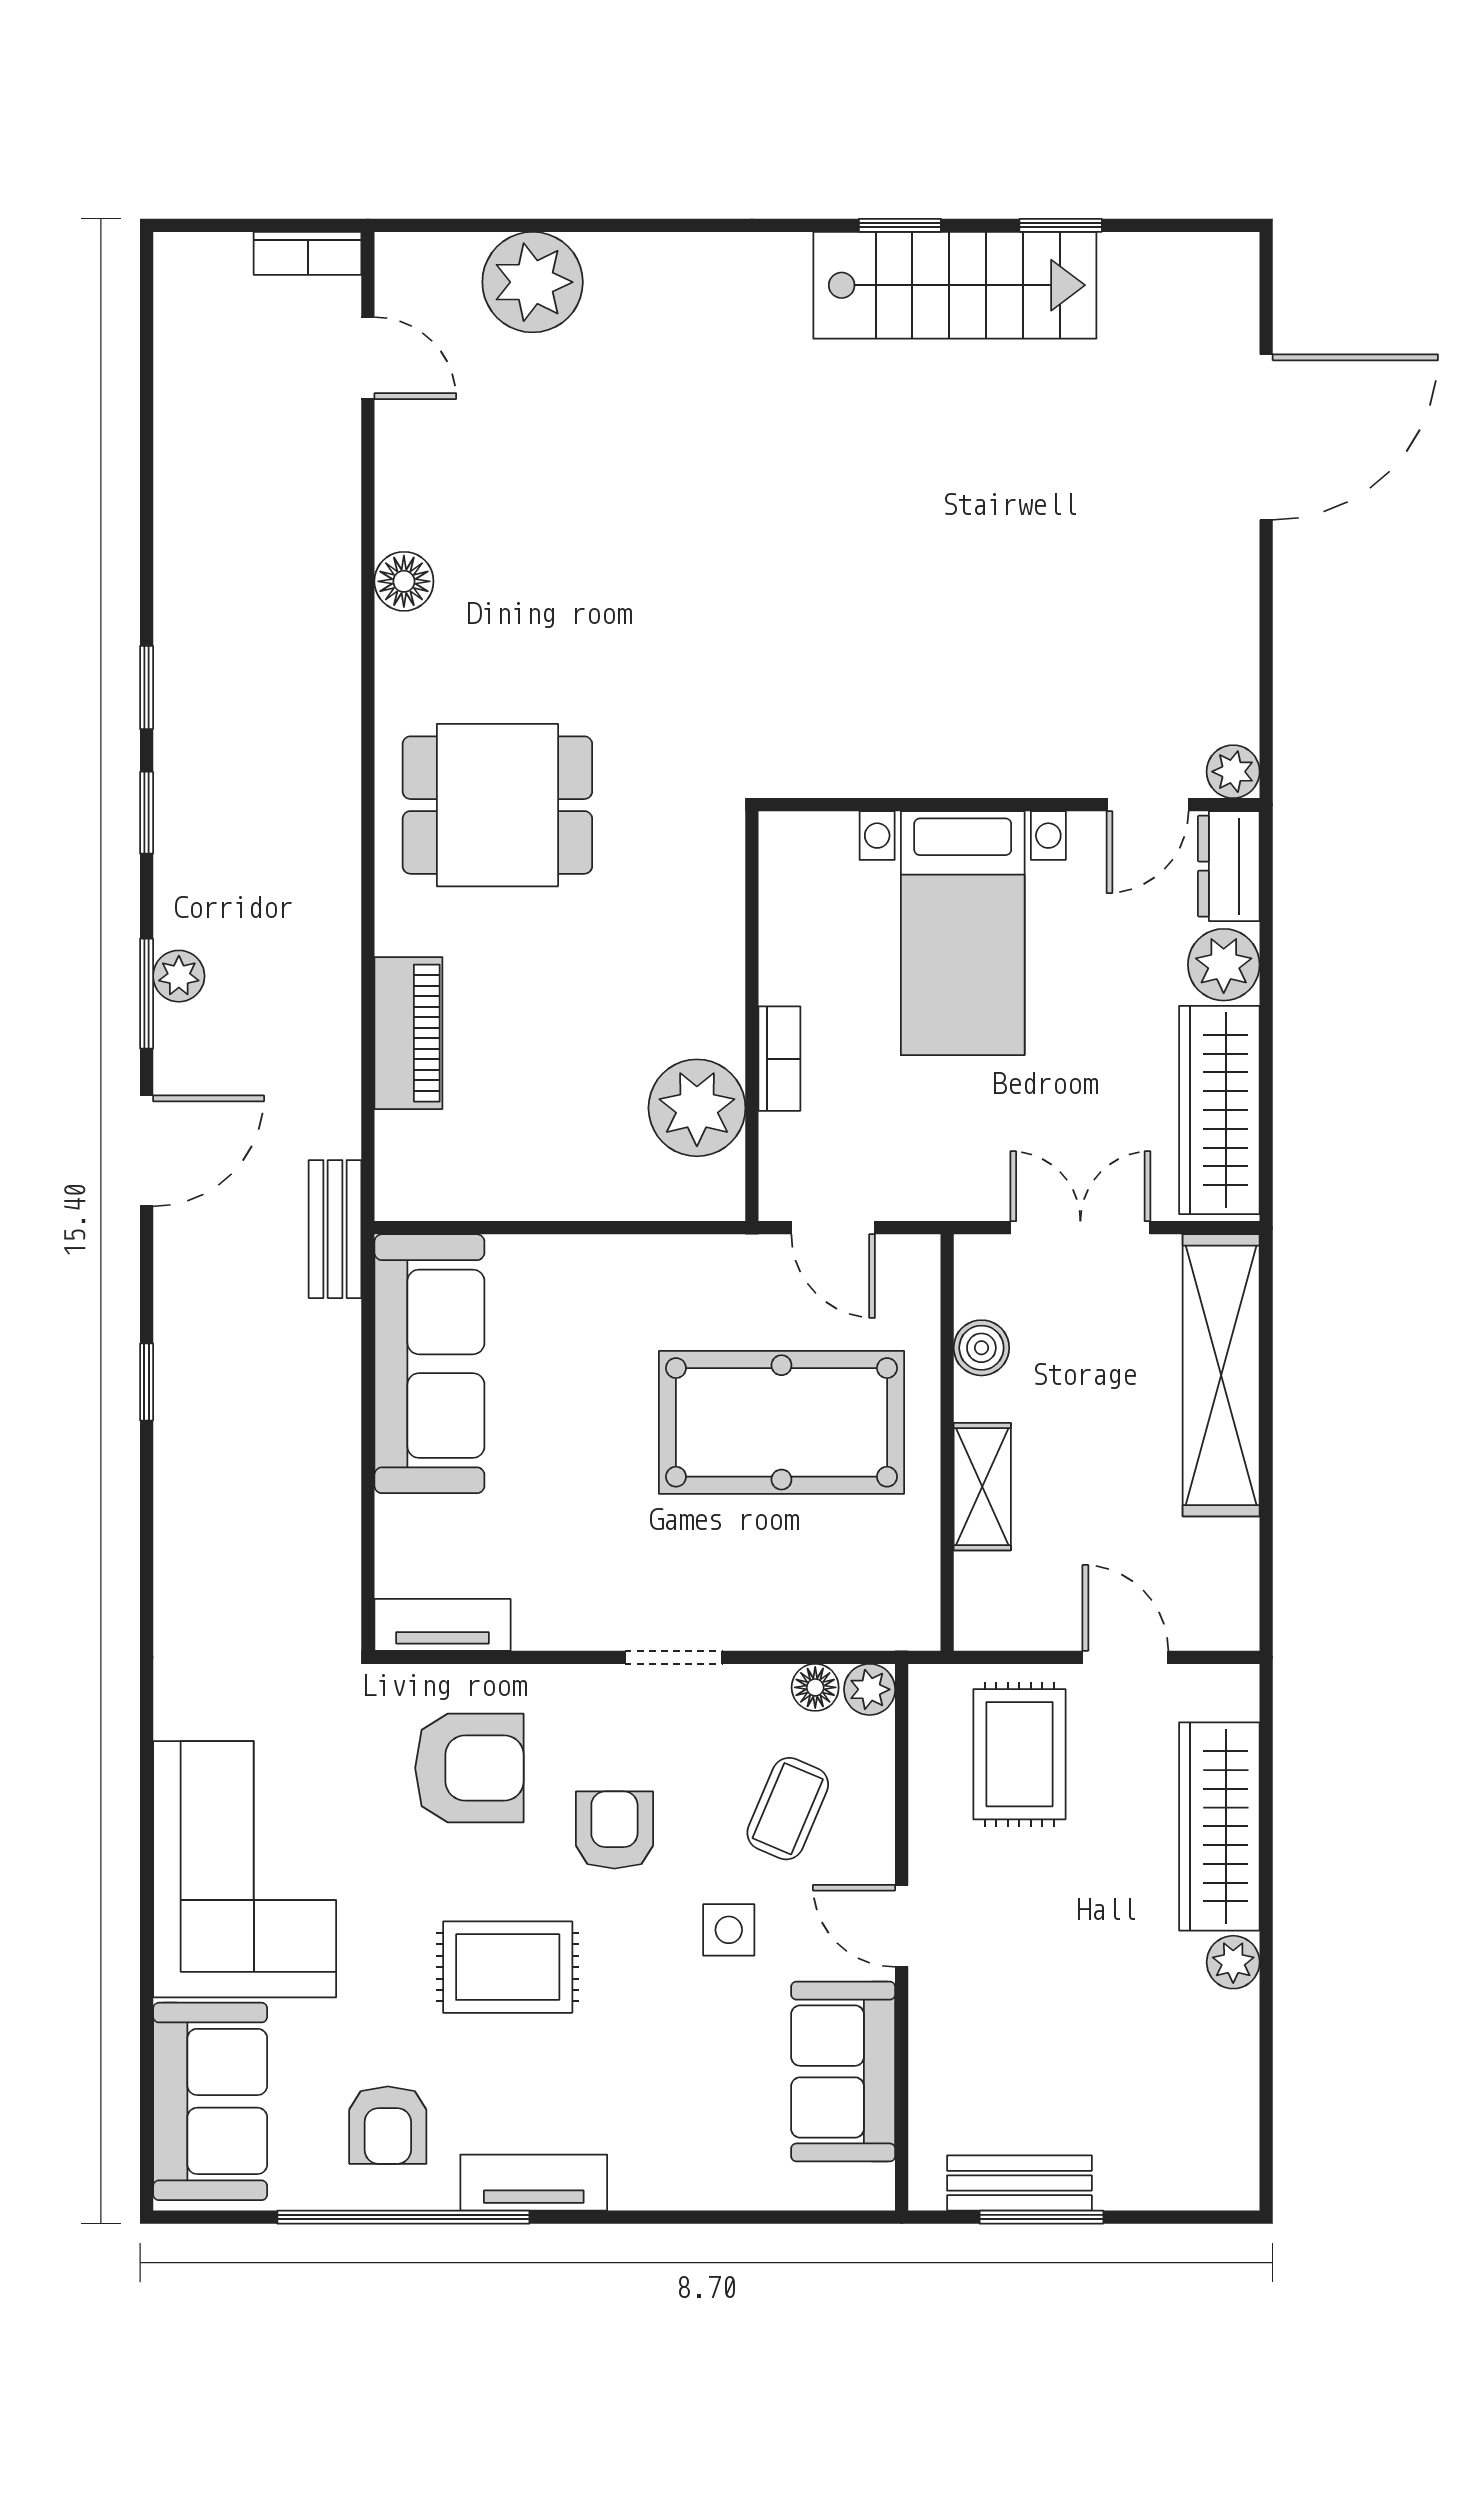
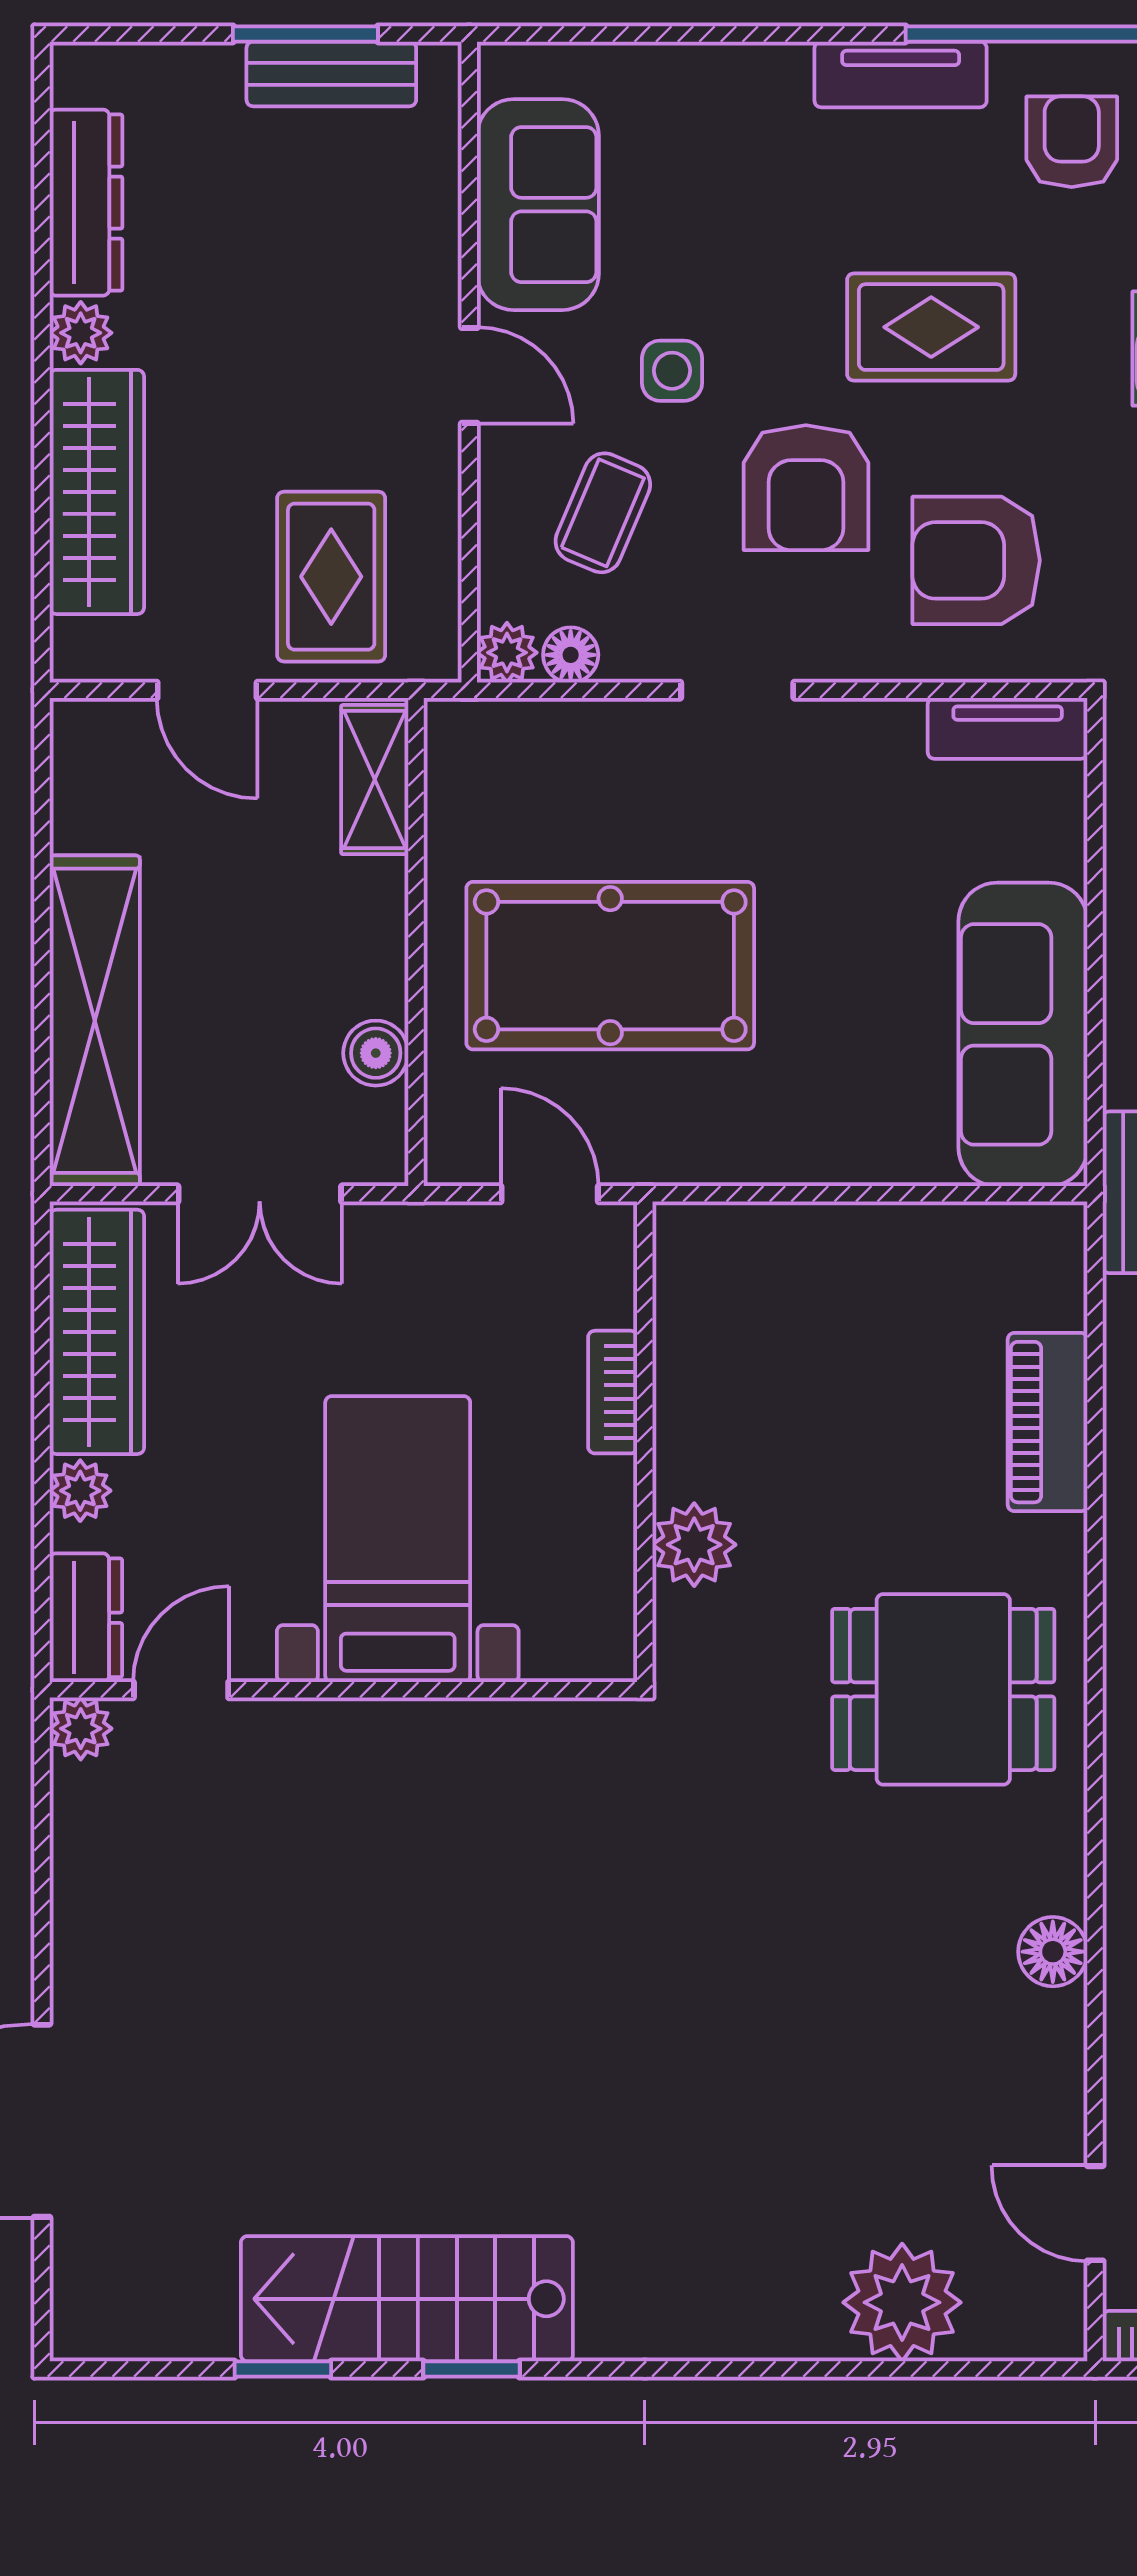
plant: (1224, 965) -> (80, 1491), width x0.73, depth x0.73
plant: (697, 1108) -> (694, 1545), moved, width x0.73, depth x0.73
shelving: (982, 1487) -> (375, 780), moved
armchair: (614, 1830) -> (806, 488), width x1.38, depth x1.38
dresser: (1229, 2073) -> (86, 203), added

